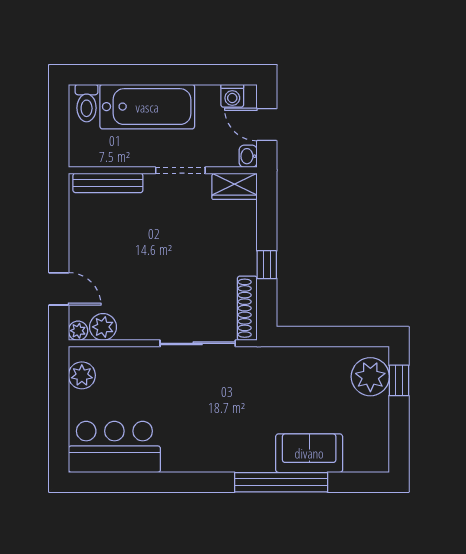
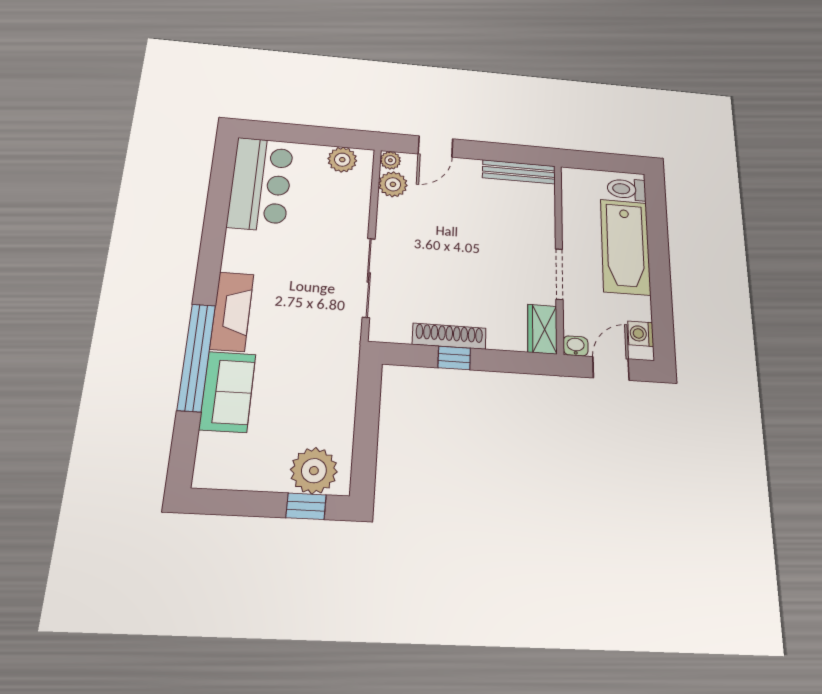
bench: (108, 183) -> (519, 172), moved, turned 90
shoe rack: (247, 308) -> (449, 336), moved
fireplace: (238, 458) -> (232, 311), added

